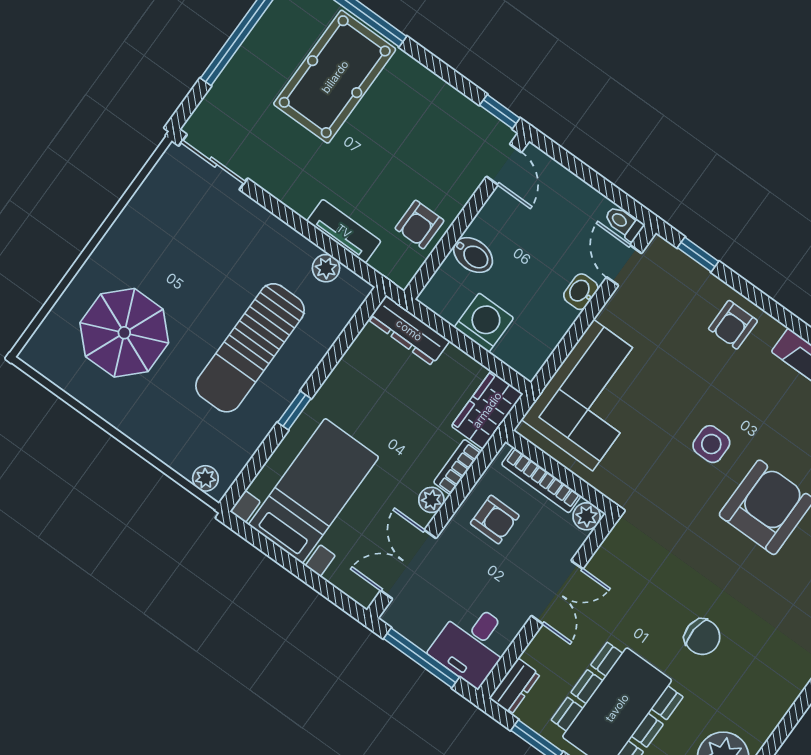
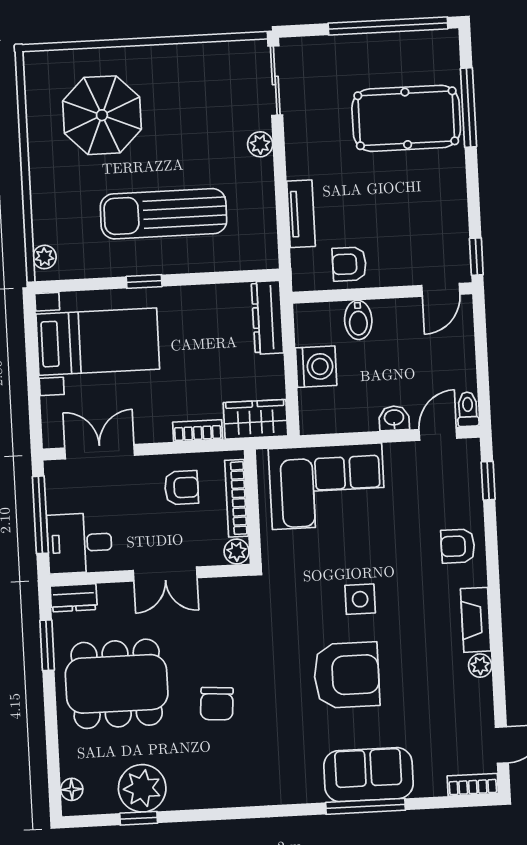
plant: (326, 268) -> (260, 144), moved
plant: (431, 500) -> (159, 431), removed
armchair: (495, 519) -> (181, 488), turned -90

